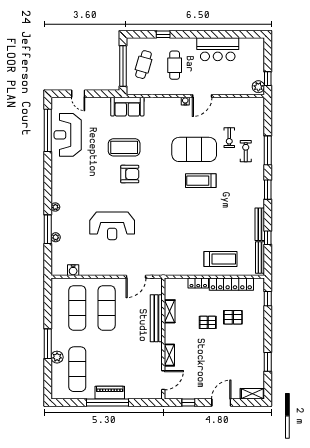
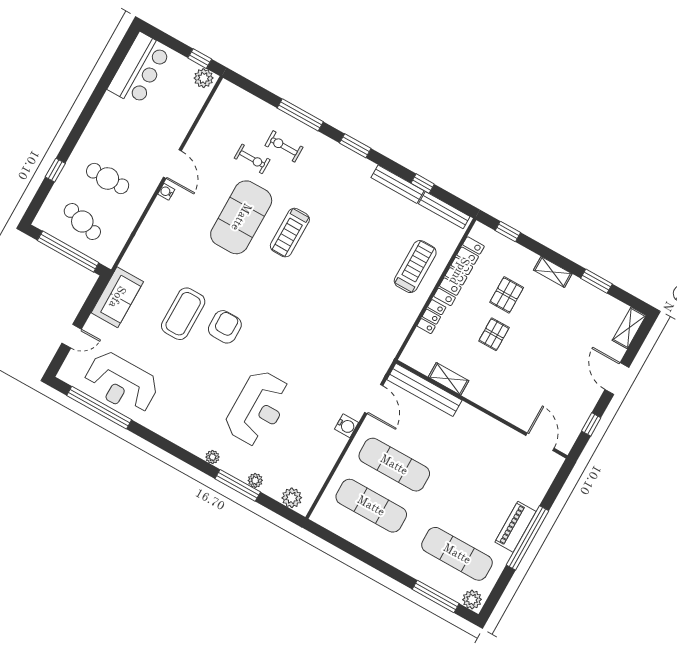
bar counter: (218, 49) -> (139, 69), moved
sofa: (127, 107) -> (117, 297), moved
reception desk: (112, 226) -> (258, 408), moved
plant: (57, 262) -> (292, 498), added
water cooler: (73, 270) -> (346, 426), moved
bench: (156, 318) -> (424, 390), moved
window: (48, 344) -> (436, 596), moved
shelving: (169, 355) -> (553, 272), moved
plant: (57, 357) -> (472, 600), moved

